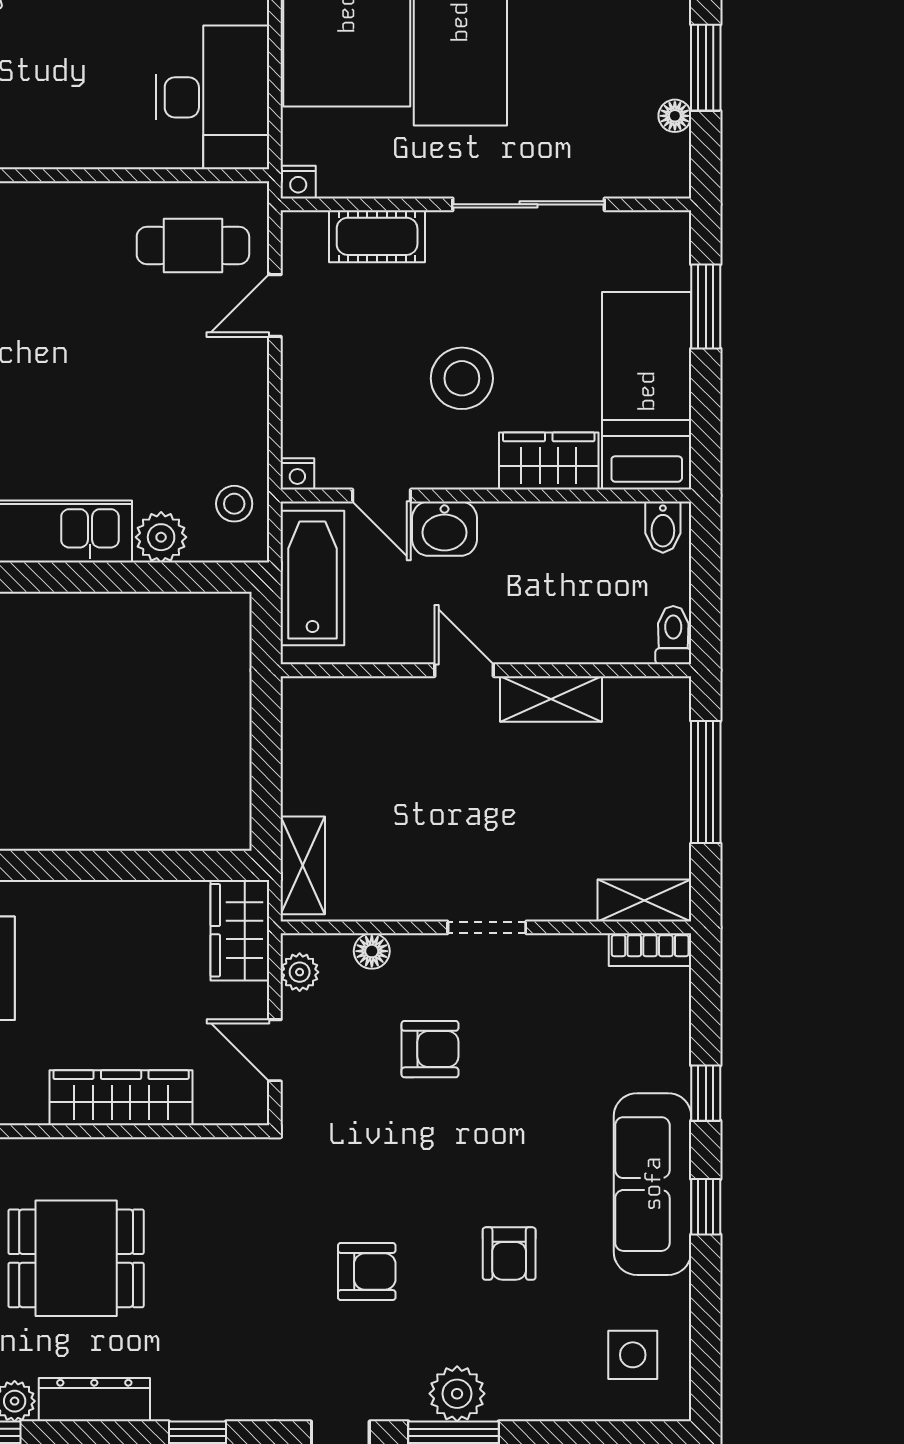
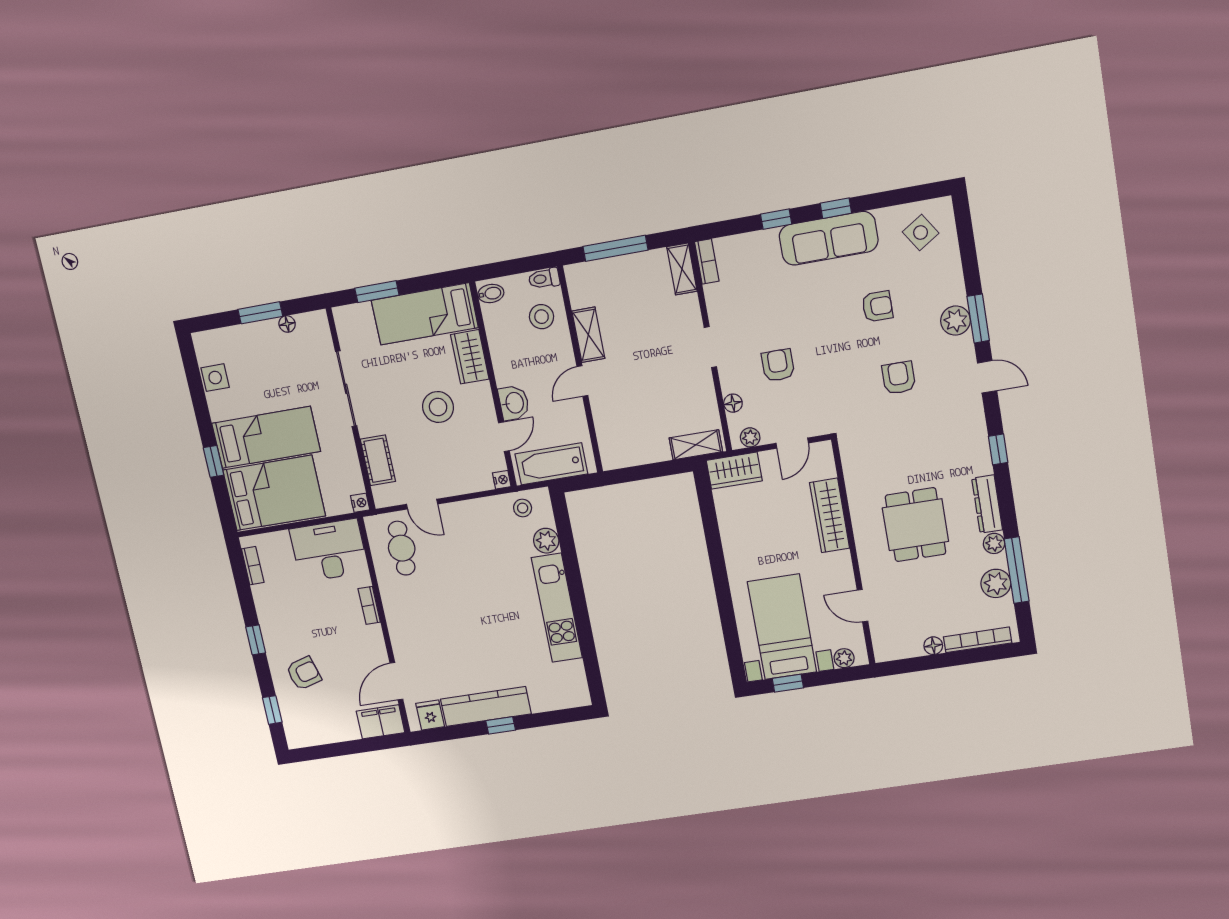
bookcase: (87, 154) -> (369, 605), added
stool: (602, 616) -> (542, 317), added
side table: (633, 1355) -> (921, 233), turned -33

